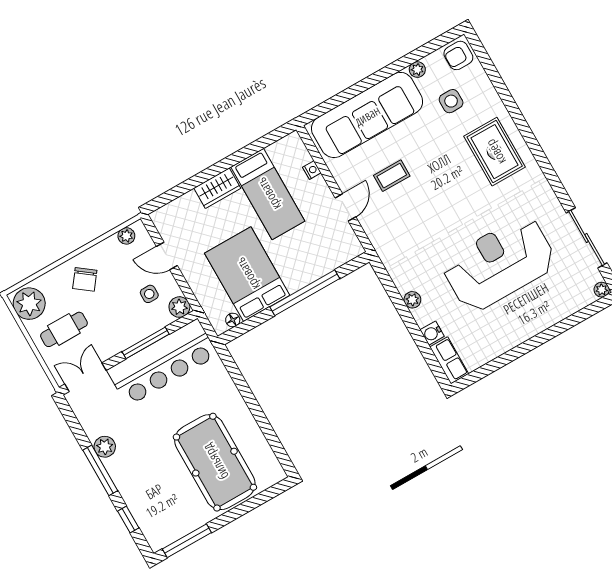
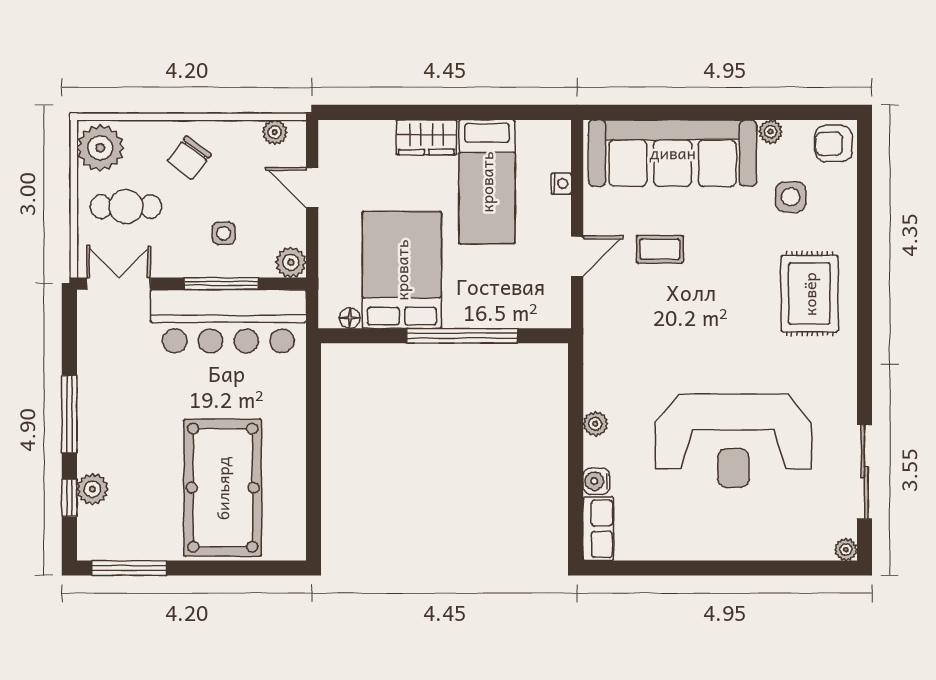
reception desk: (499, 264) -> (733, 441), turned 180
side table: (149, 294) -> (224, 233), moved
plant: (105, 447) -> (92, 489), moved

